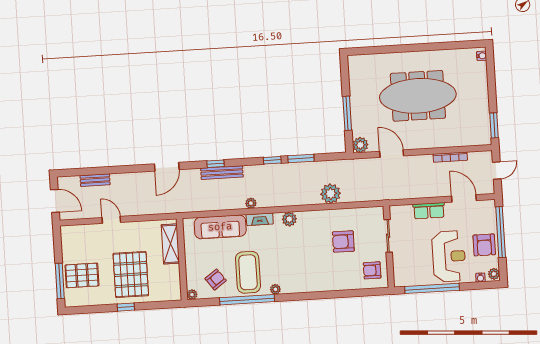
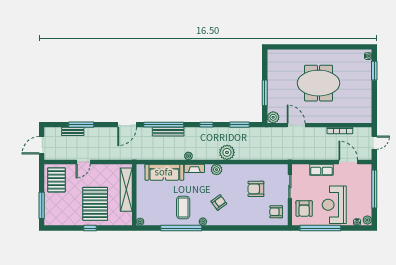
meeting table: (418, 96) -> (319, 83), width x0.73
window: (494, 125) -> (374, 71), moved
window: (301, 158) -> (240, 125), moved
window: (216, 164) -> (164, 125), width x3.17
window: (106, 170) -> (81, 125), added
plant: (331, 194) -> (227, 152), moved
door: (55, 201) -> (42, 145), swing flipped
door: (111, 220) -> (83, 162), swing flipped
shelving: (170, 244) -> (126, 190), width x1.47
armchair: (484, 245) -> (304, 209), moved
reception desk: (449, 256) -> (334, 205), turned 180
coffee table: (248, 272) -> (183, 208), width x0.73, depth x0.76
pallet: (82, 275) -> (57, 180), moved, turned 90
armchair: (216, 280) -> (219, 202), moved

